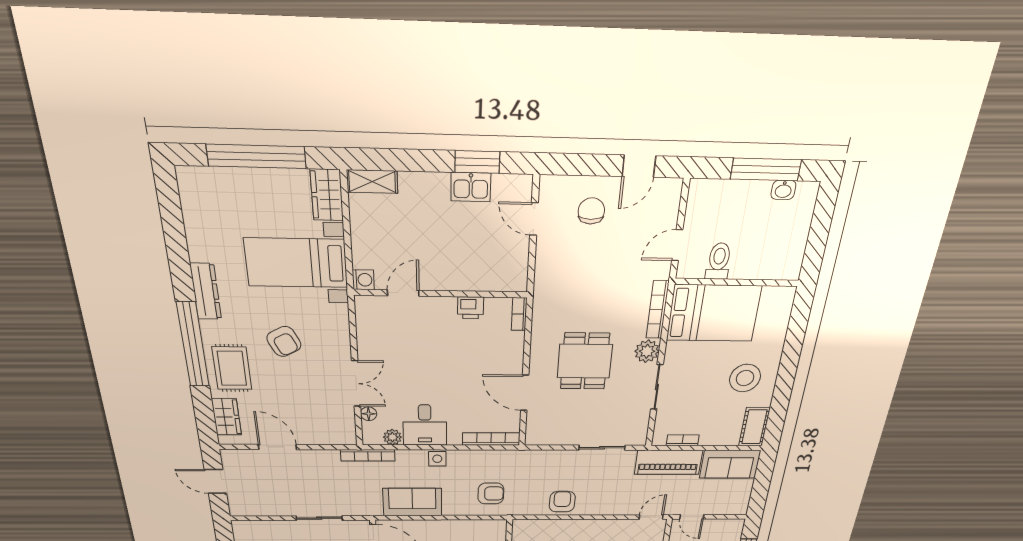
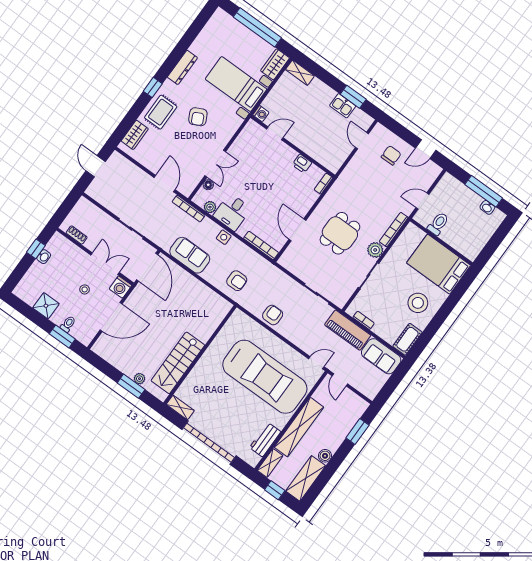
bed: (714, 313) -> (439, 264), moved, turned 180
window: (193, 345) -> (153, 87), width x0.32
door: (277, 447) -> (165, 184), moved

